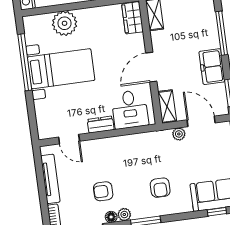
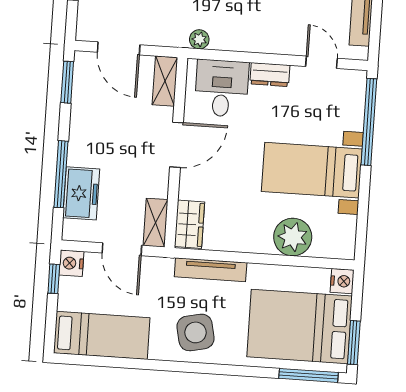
window: (25, 62) -> (369, 122), moved
freezer: (212, 67) -> (81, 193), moved
plant: (179, 134) -> (199, 39), moved

